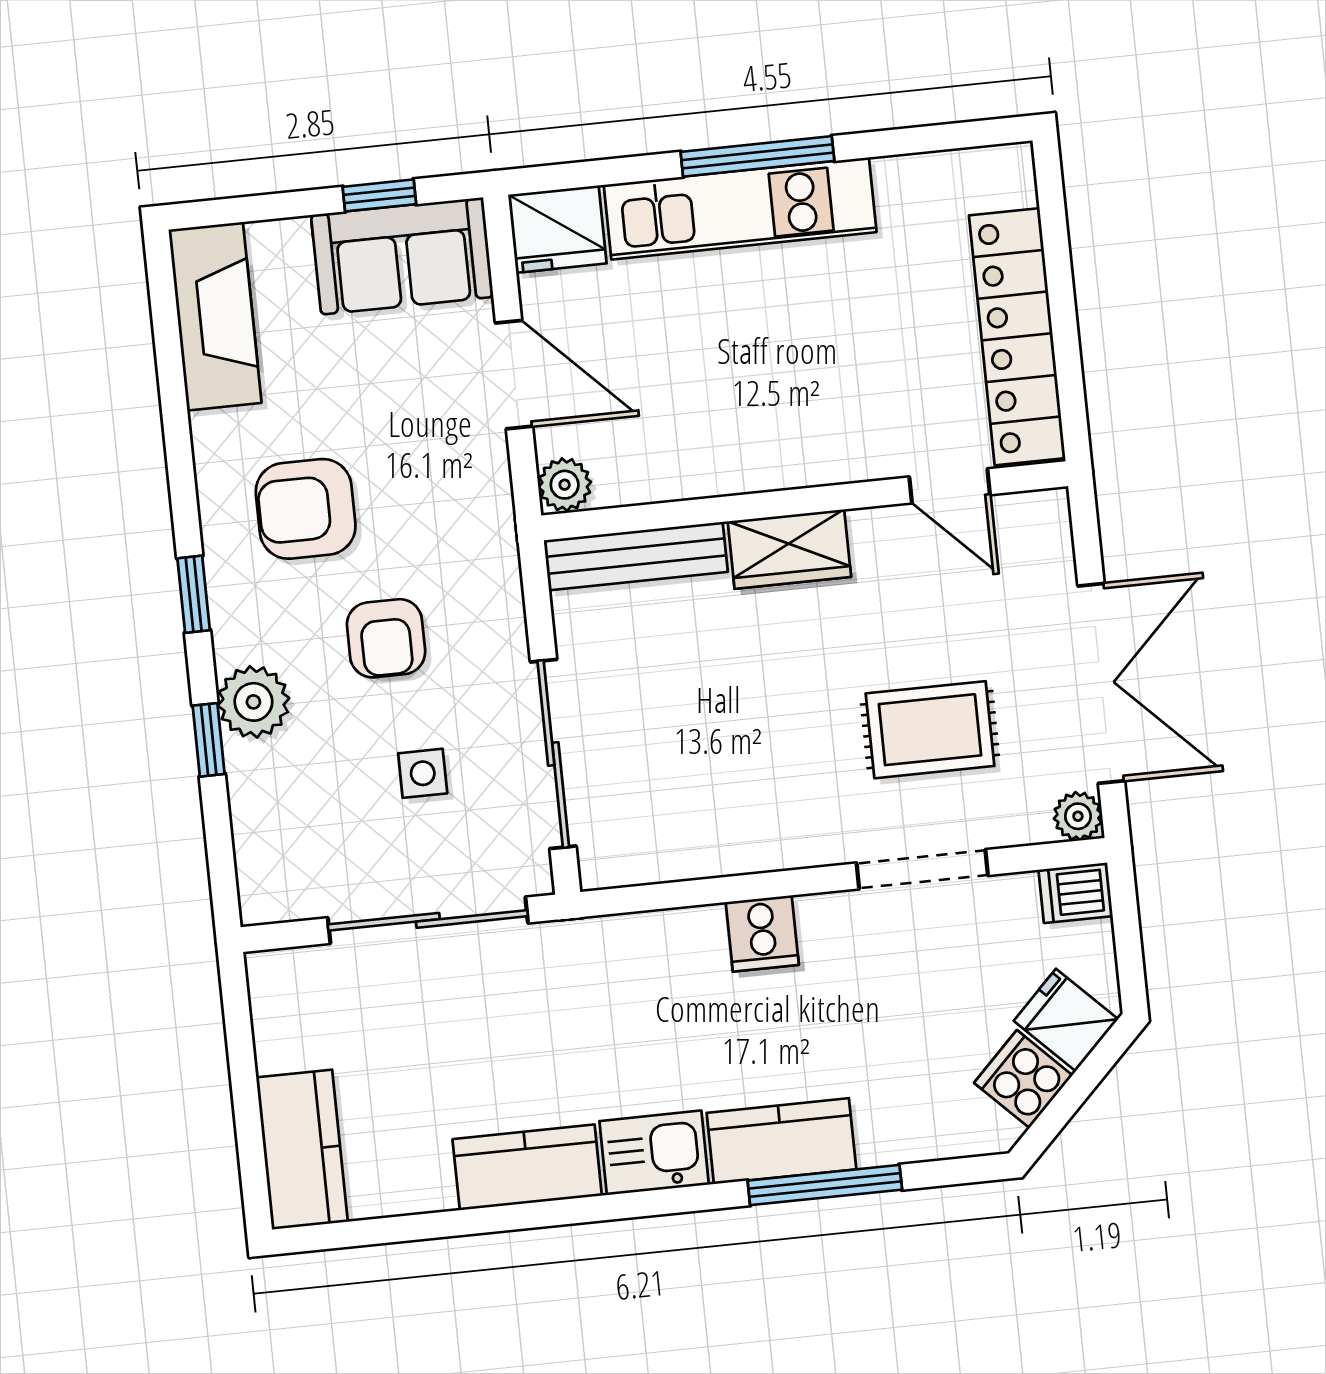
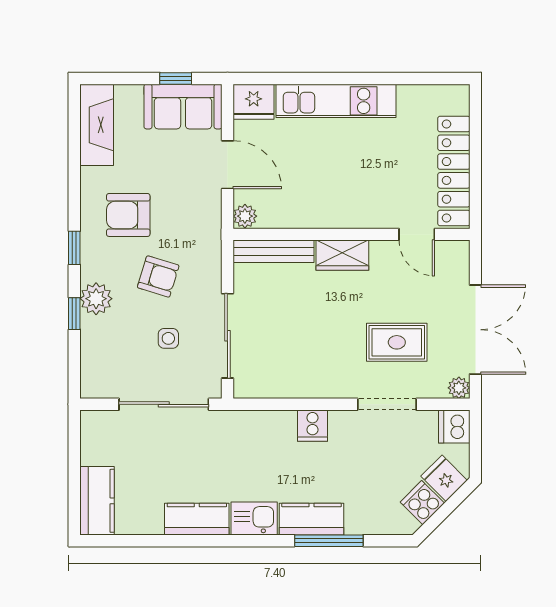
window: (757, 156) -> (346, 78), removed
armchair: (386, 638) -> (158, 276), turned -73
dishwasher: (1076, 893) -> (454, 426), width x1.38

